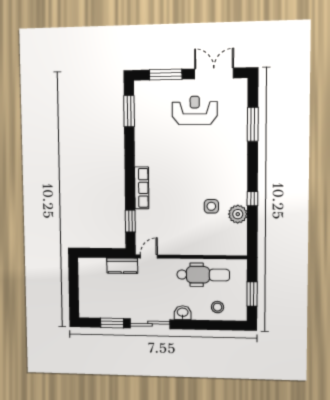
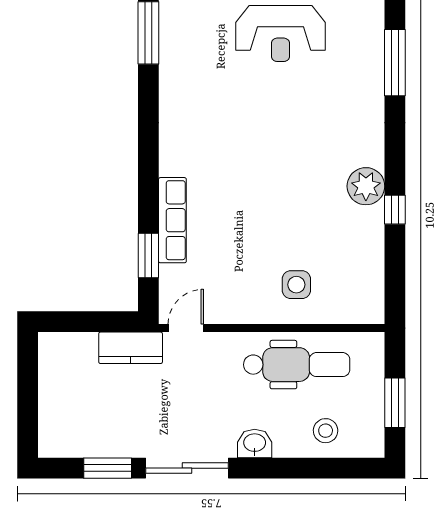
reception desk: (195, 110) -> (280, 34), turned 180
row of seats: (142, 188) -> (172, 220), moved
side table: (211, 206) -> (296, 285), moved
plant: (238, 214) -> (366, 186), moved

